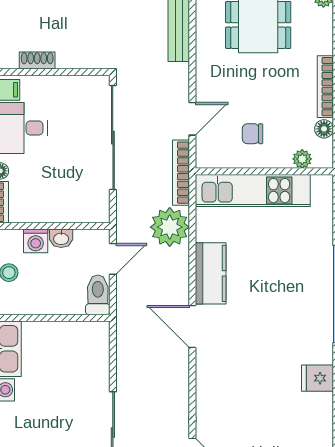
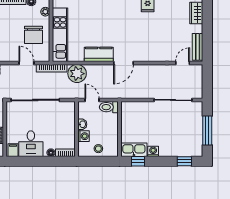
chair: (253, 134) -> (34, 35), width x1.87, depth x1.87

